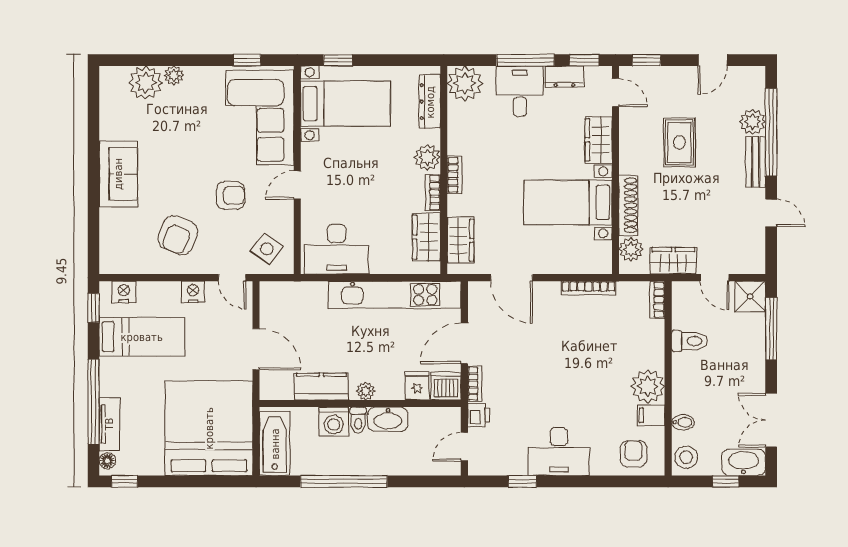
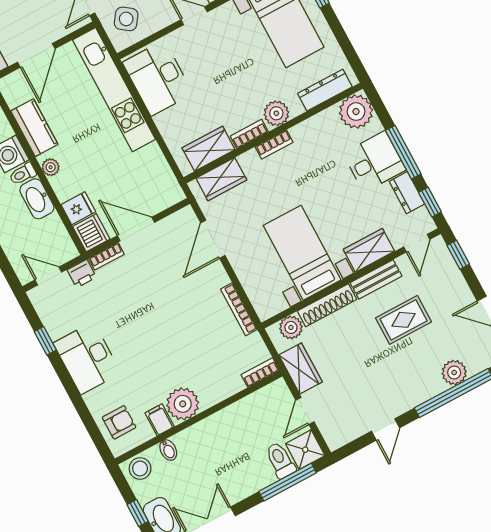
bench: (756, 162) -> (376, 279), moved
kitchen unit: (395, 295) -> (114, 90), moved
toilet: (689, 341) -> (280, 460), moved, turned 180

